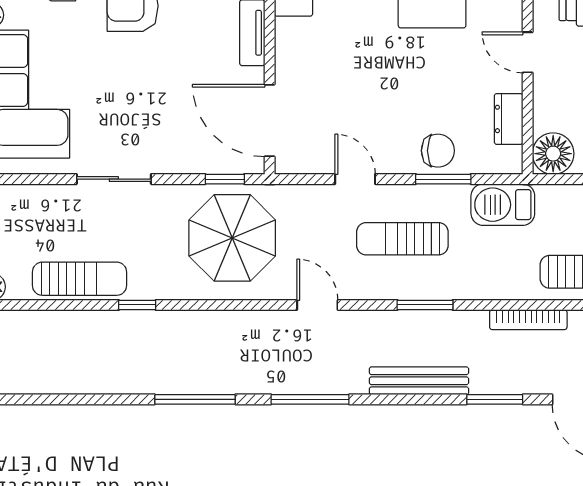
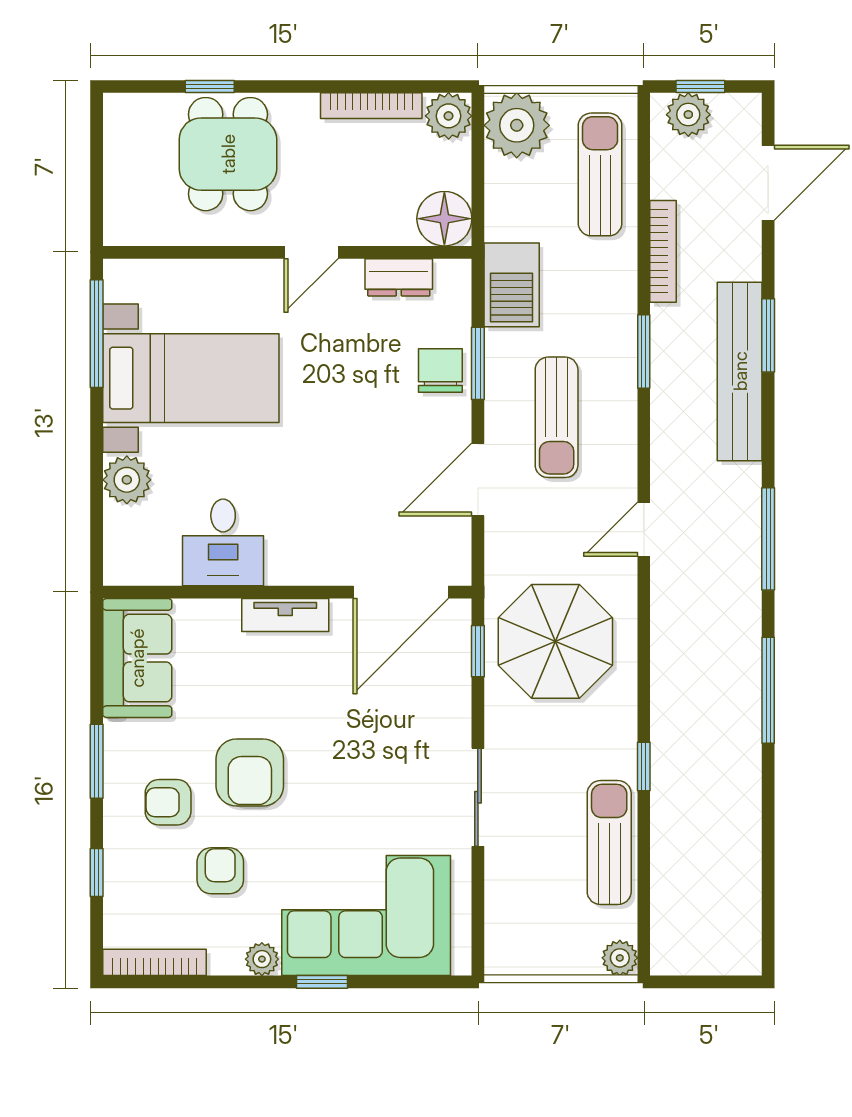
door: (355, 179) -> (478, 480), width x1.37
window: (425, 305) -> (644, 352), moved
bench: (419, 381) -> (740, 371), width x1.37, depth x1.21
window: (495, 399) -> (768, 335), moved

